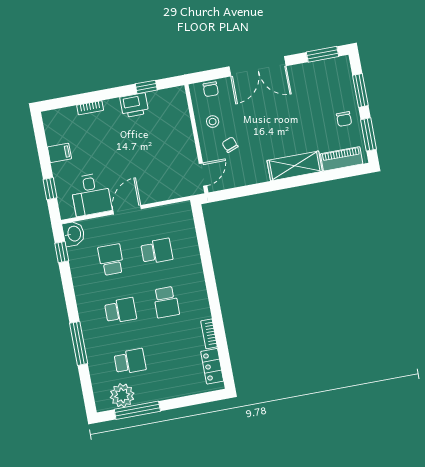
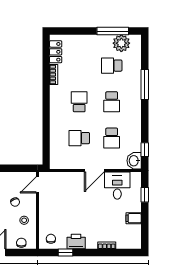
chair: (170, 103) -> (51, 239), added
school desk: (121, 311) -> (112, 102), turned -90

